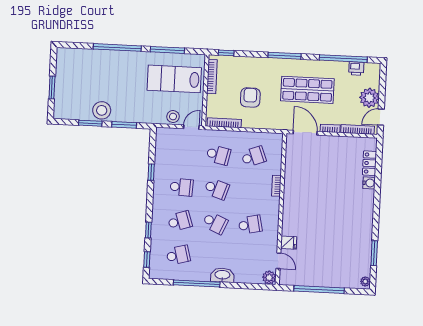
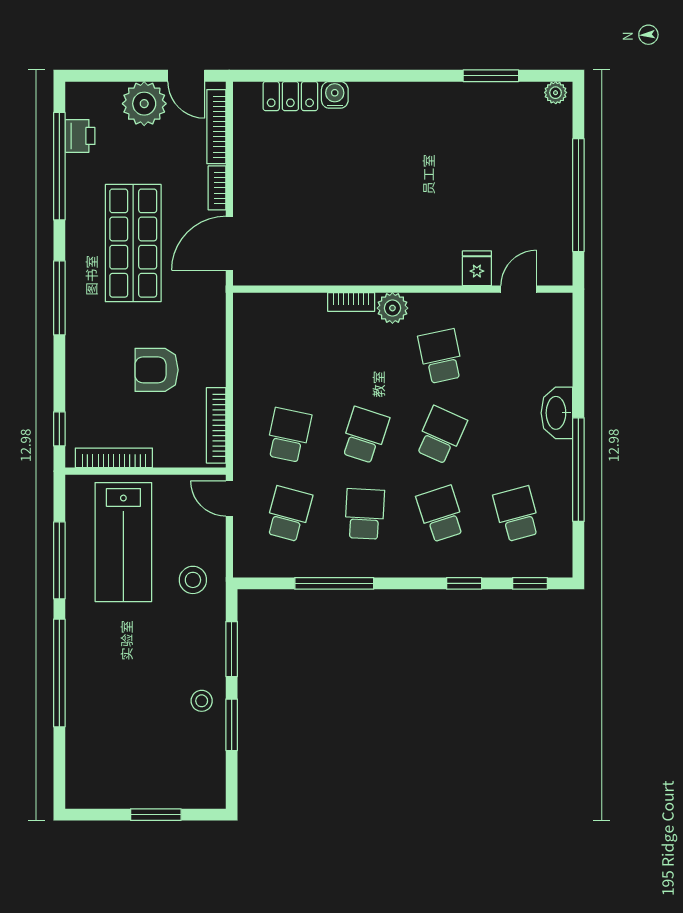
stool: (102, 110) -> (202, 701), width x0.53, depth x0.53
stool: (173, 117) -> (193, 580), moved
school desk: (253, 157) -> (289, 514), moved, turned 36
window: (151, 172) -> (334, 583), width x2.17
plant: (269, 278) -> (392, 308), moved

